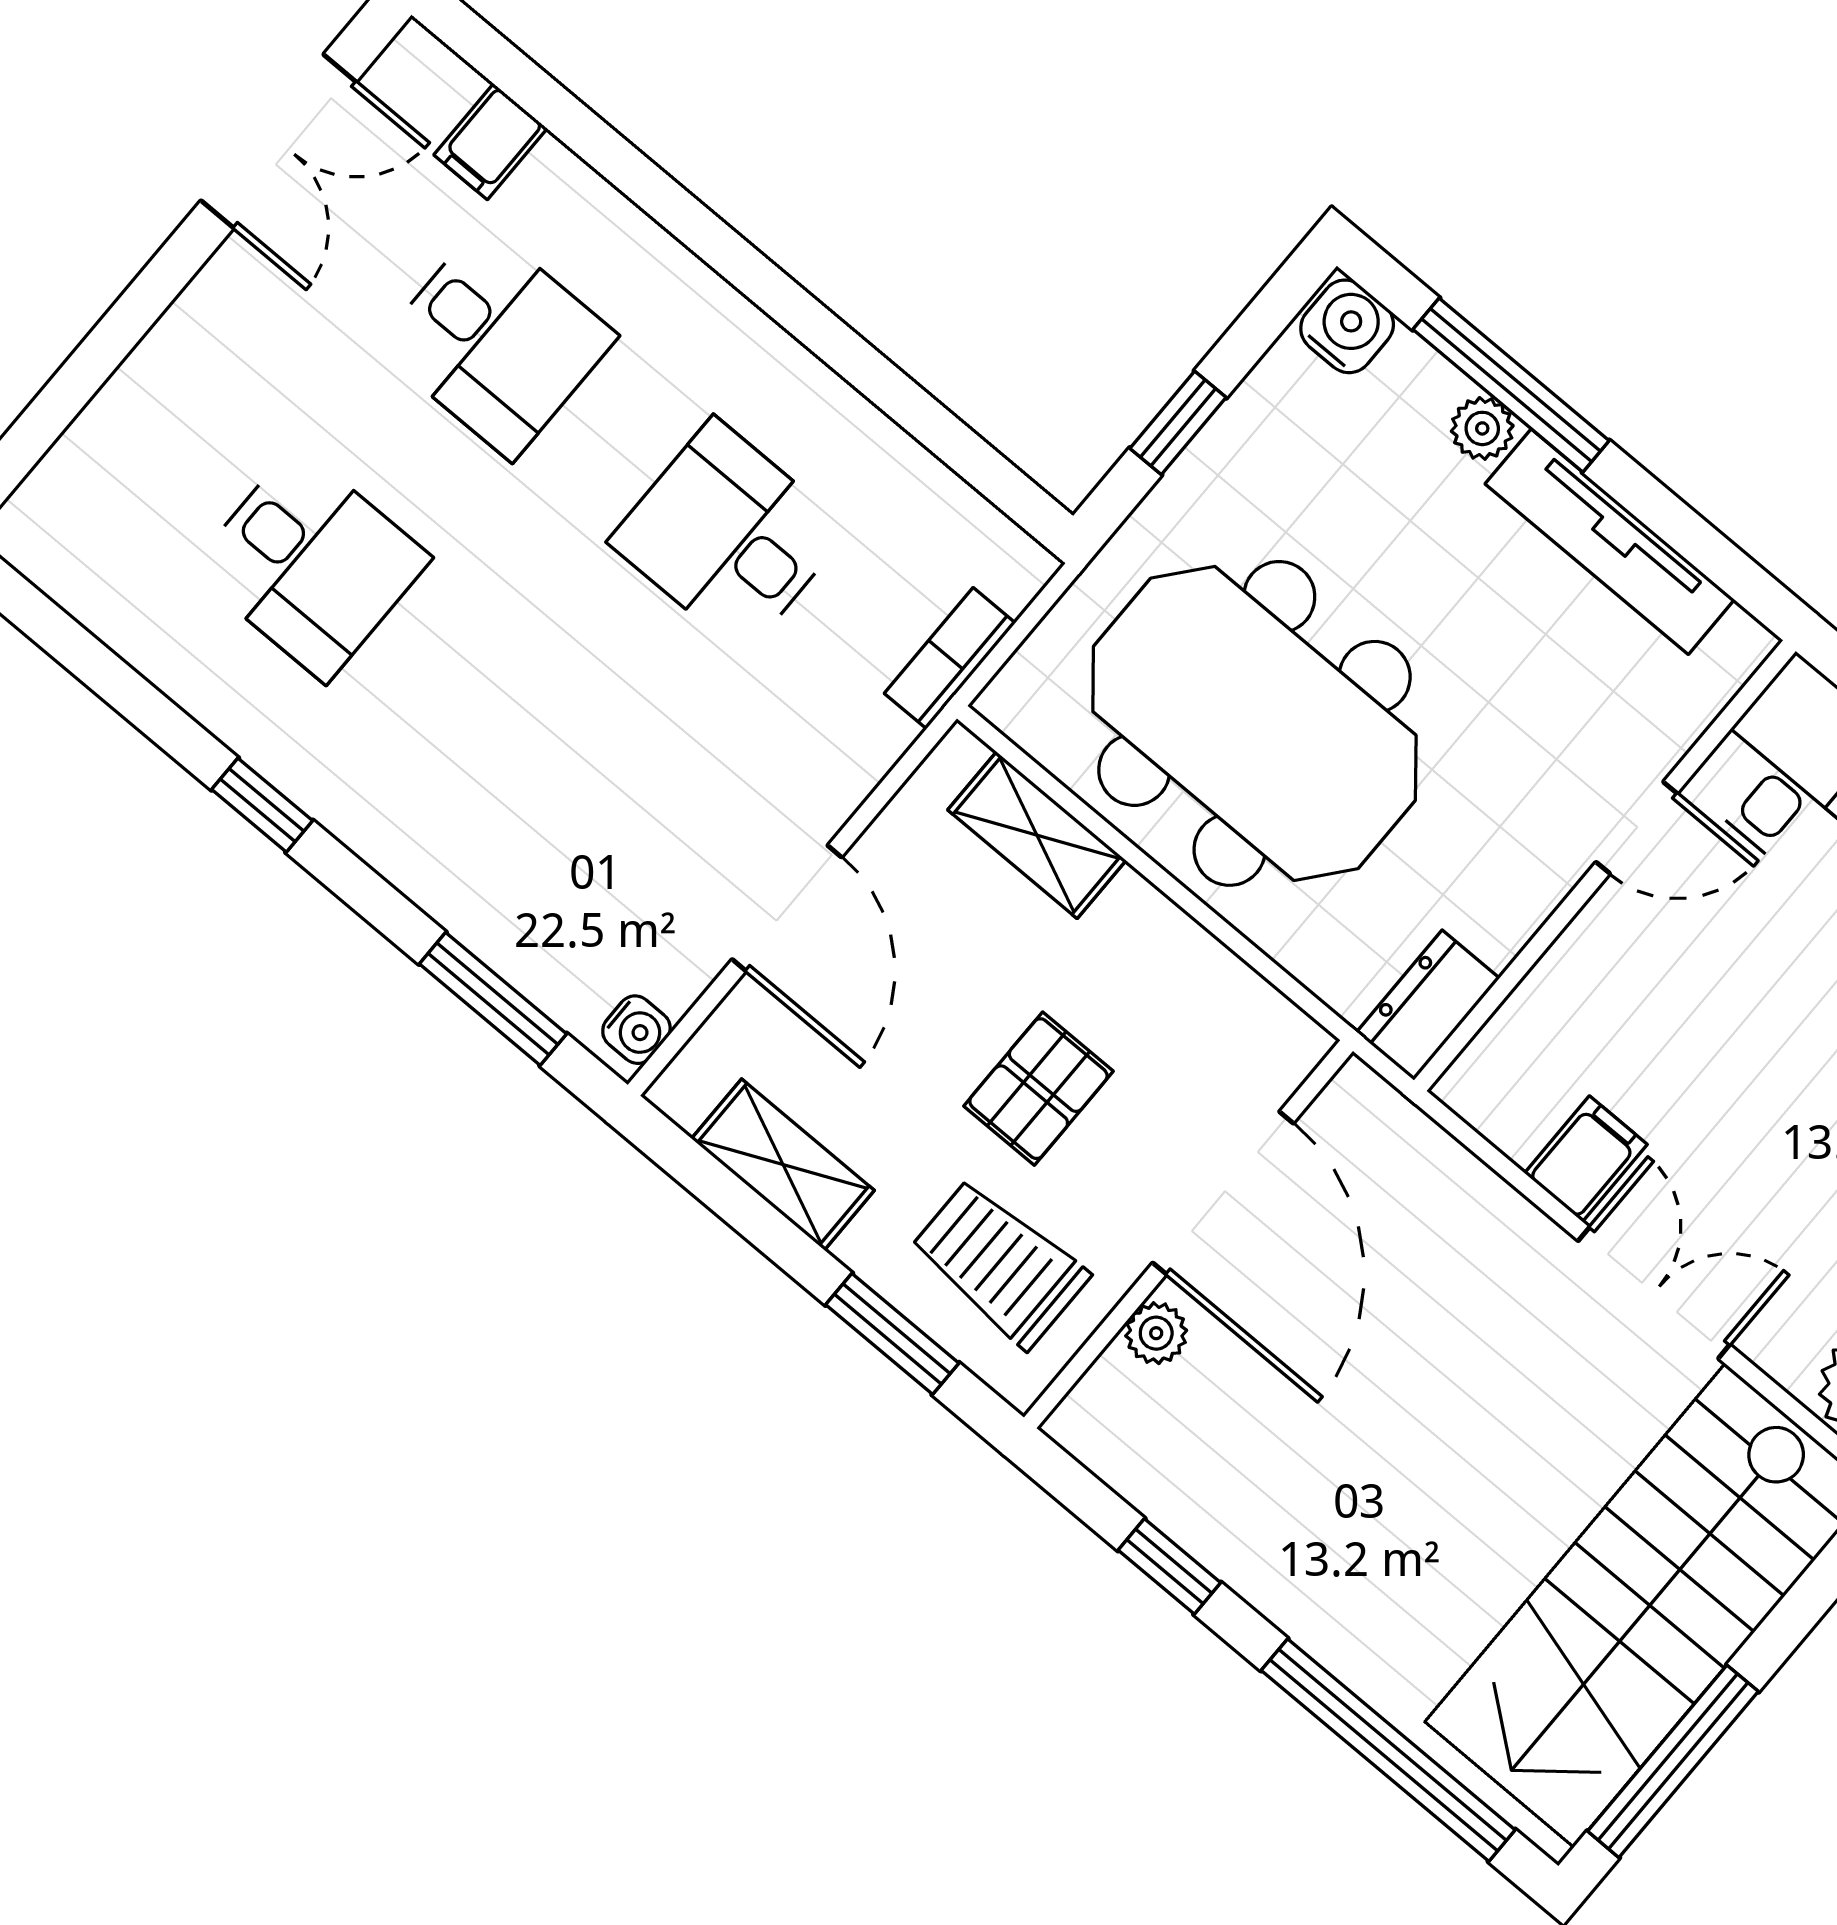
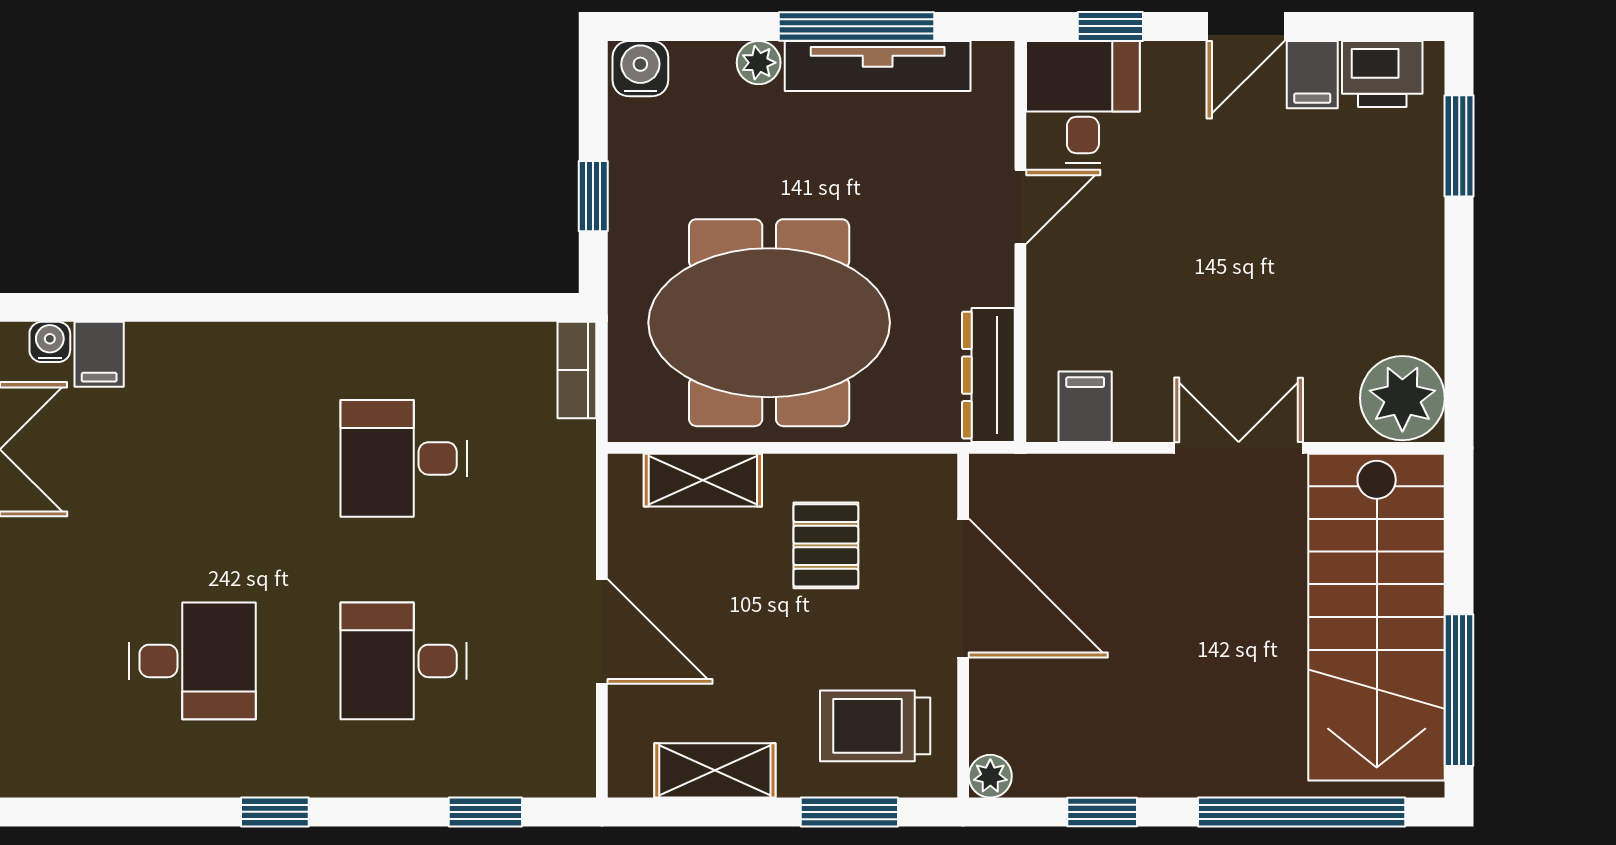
desk: (497, 342) -> (404, 661), moved, turned 180
window: (1511, 385) -> (856, 26), moved
bookcase: (950, 658) -> (577, 370), moved
window: (493, 999) -> (485, 812), width x0.67
dresser: (1428, 1005) -> (988, 375), width x1.44
water cooler: (636, 1030) -> (50, 342), moved, turned -90
pallet: (1038, 1089) -> (826, 545), moved
filing cabinet: (1586, 1159) -> (1085, 407), moved
plant: (1156, 1333) -> (990, 776), moved

